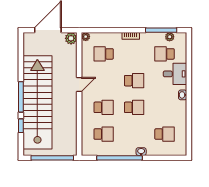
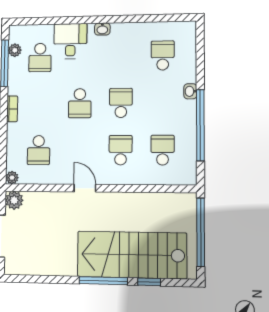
school desk: (134, 81) -> (80, 103), turned 180
stairs: (37, 102) -> (132, 255), width x0.73

